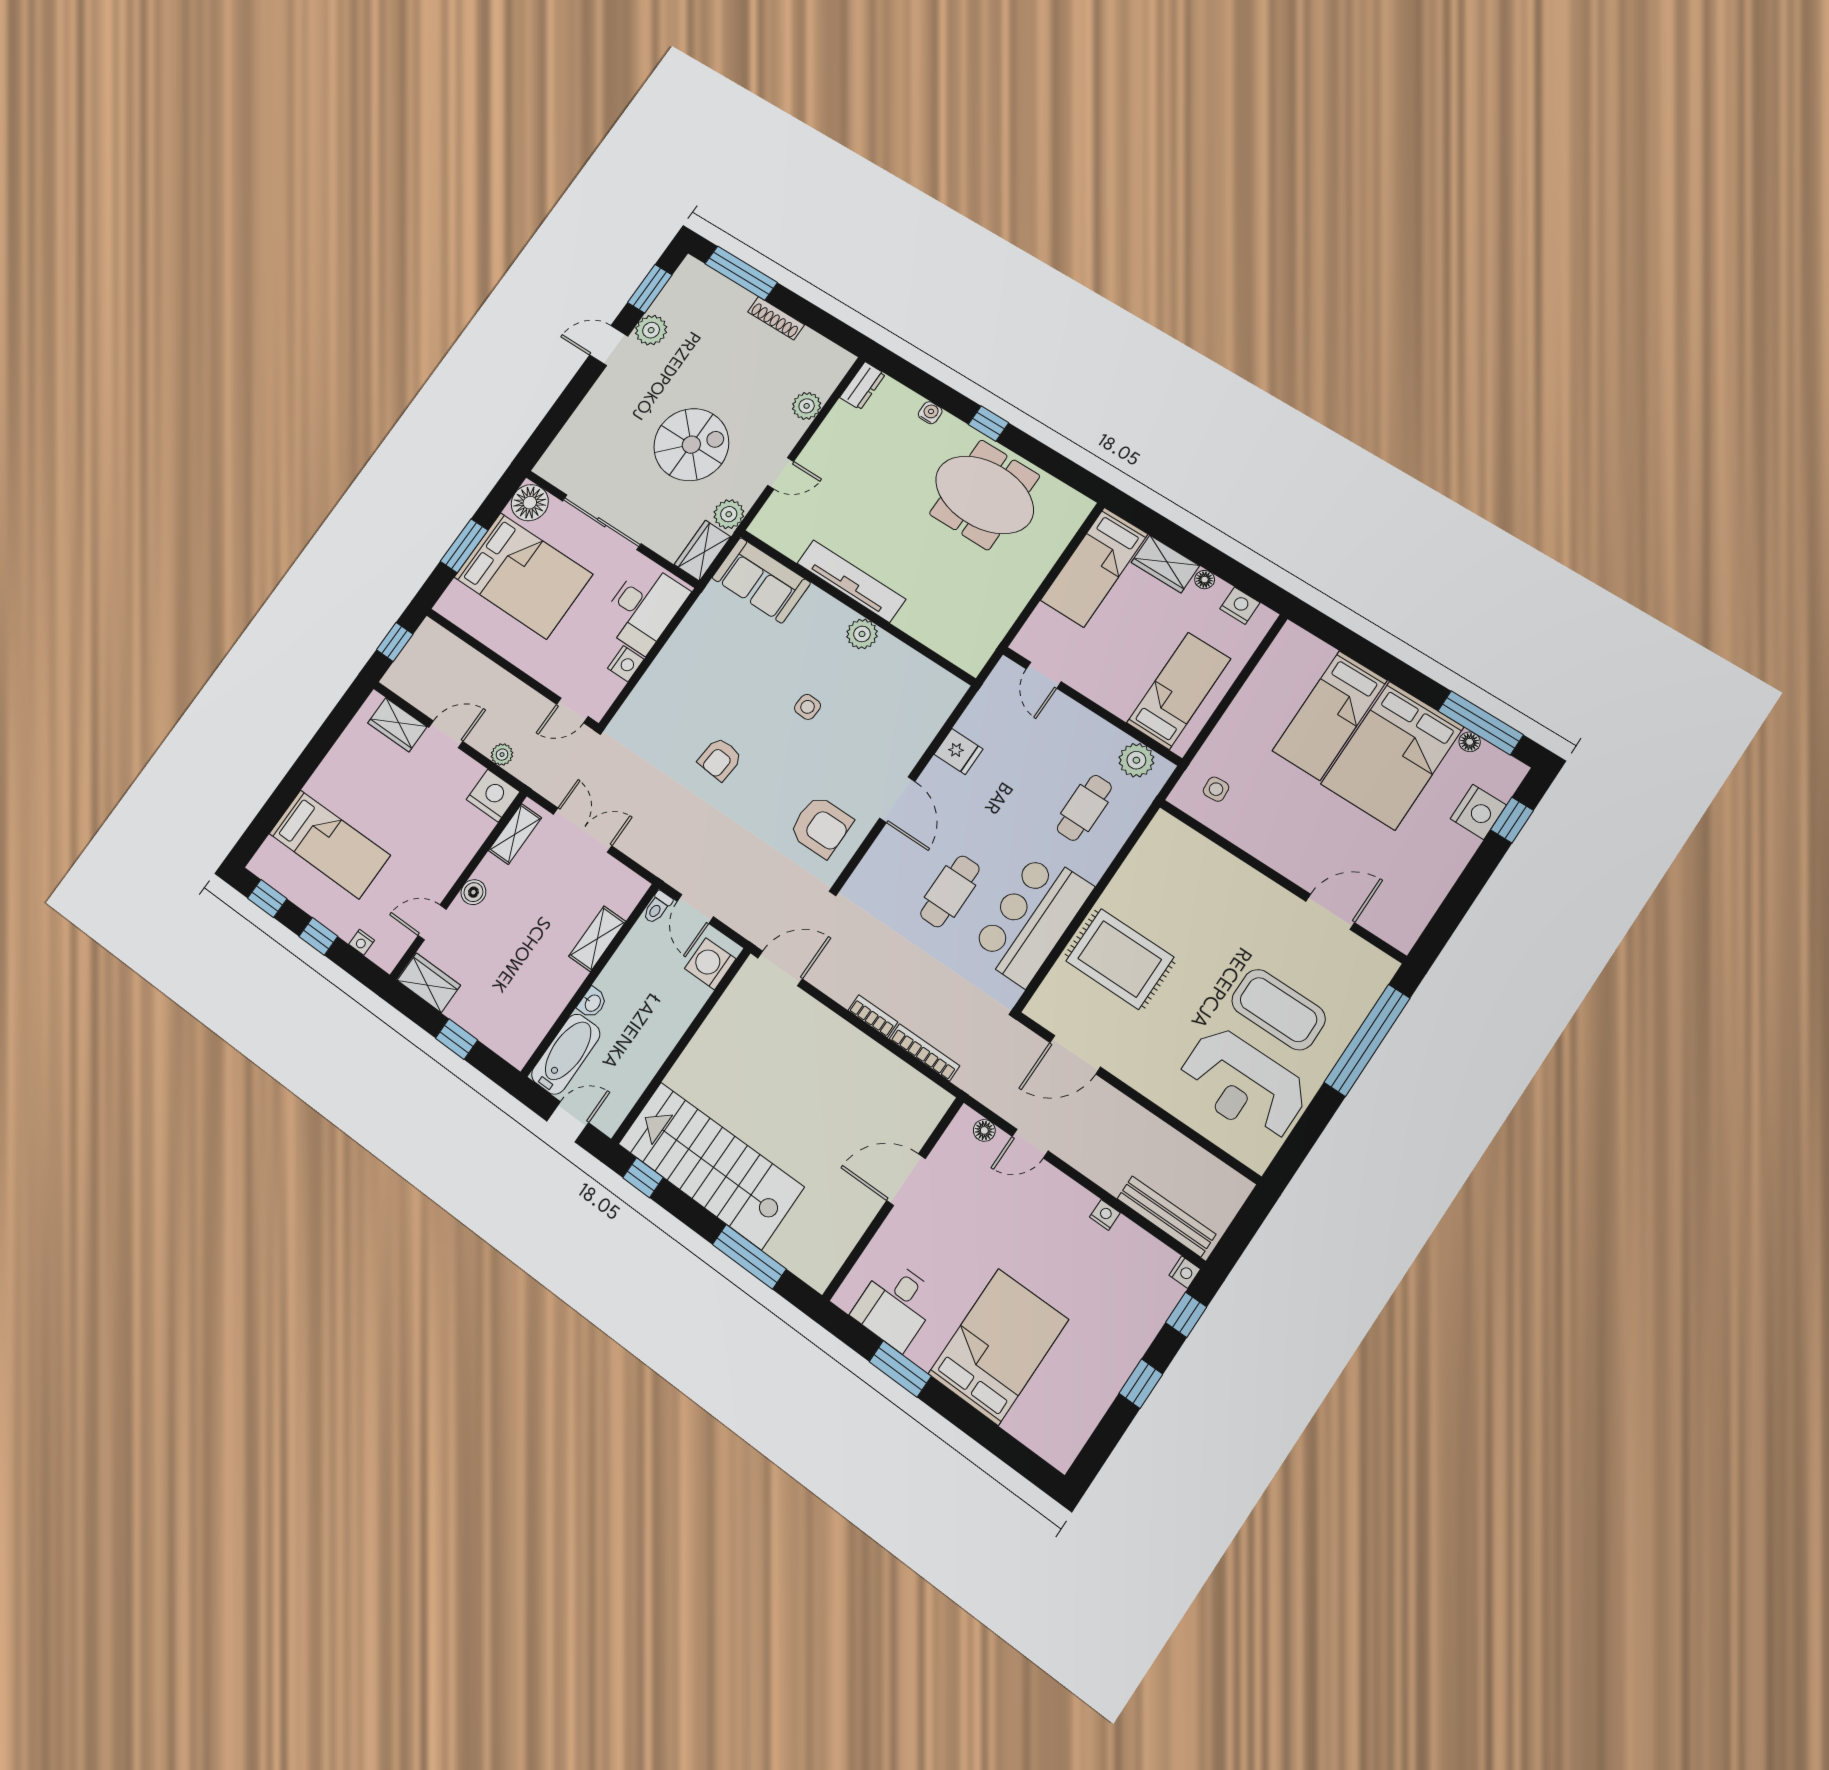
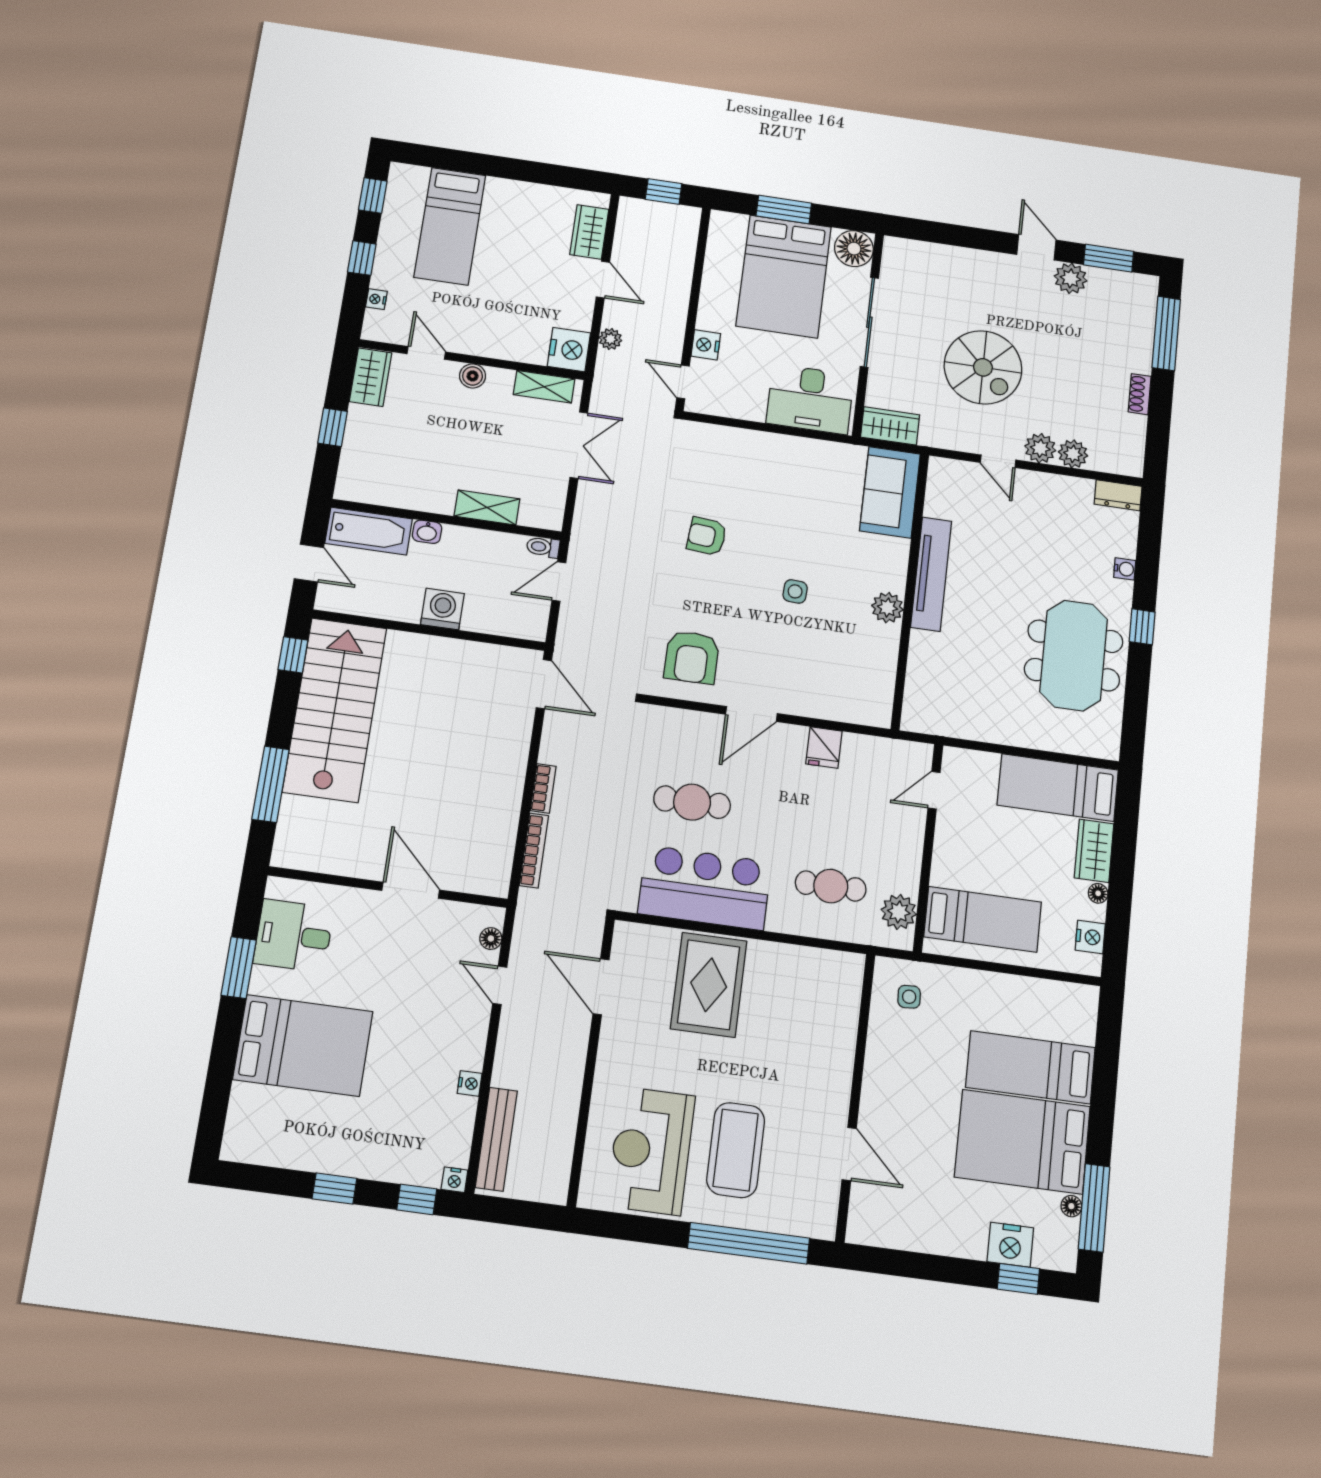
shoe rack: (776, 318) -> (1140, 394), width x0.70
plant: (729, 514) -> (1040, 448), moved
nightstand: (626, 664) -> (706, 345), moved, turned 90
washing machine: (710, 964) -> (442, 609), moved

